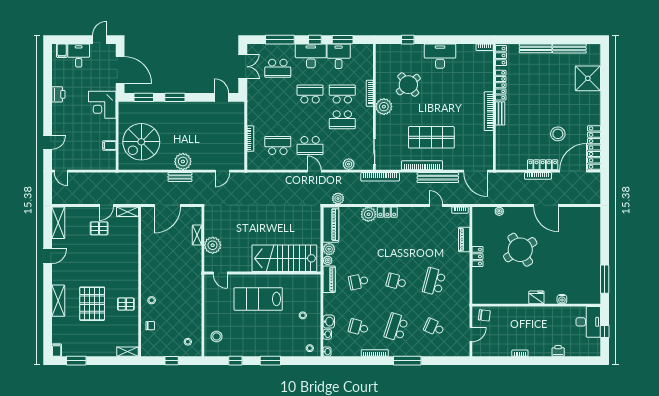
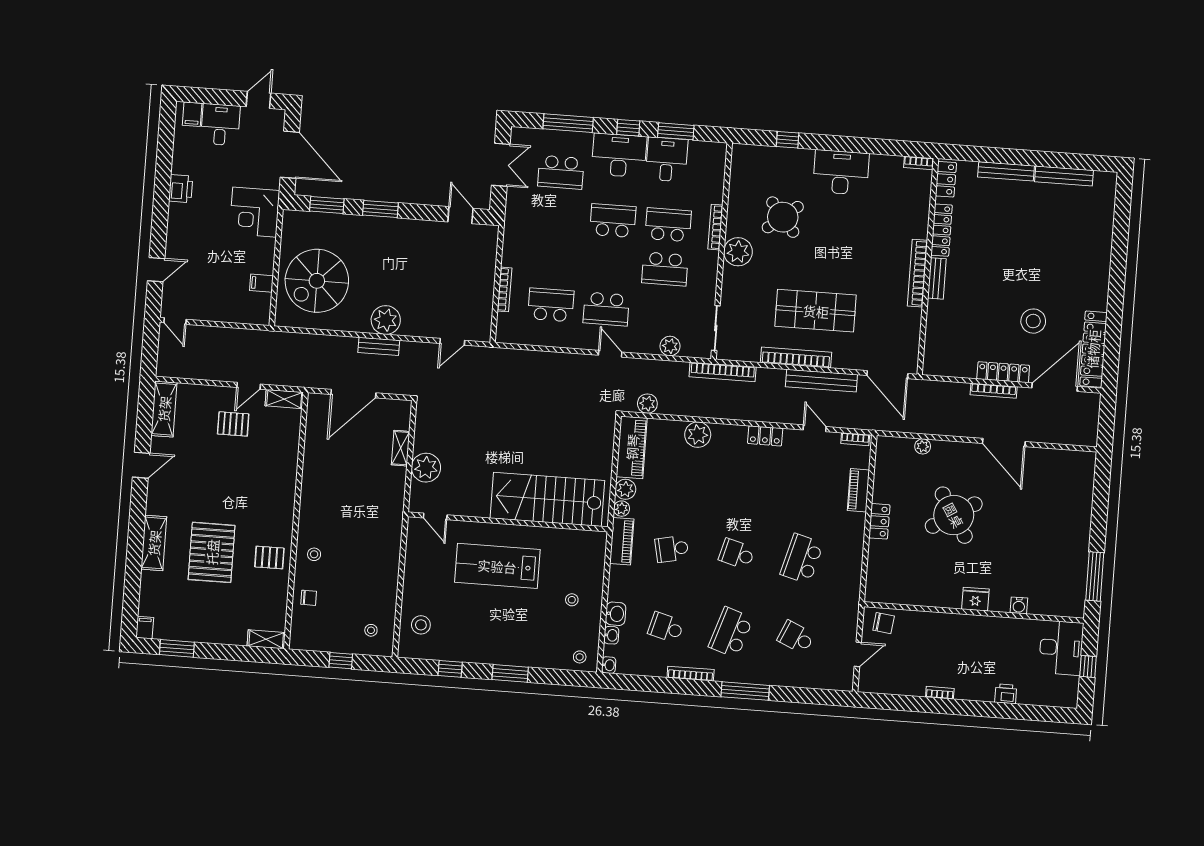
shower: (588, 78) -> (1092, 230), removed
locker: (387, 212) -> (765, 436), moved

